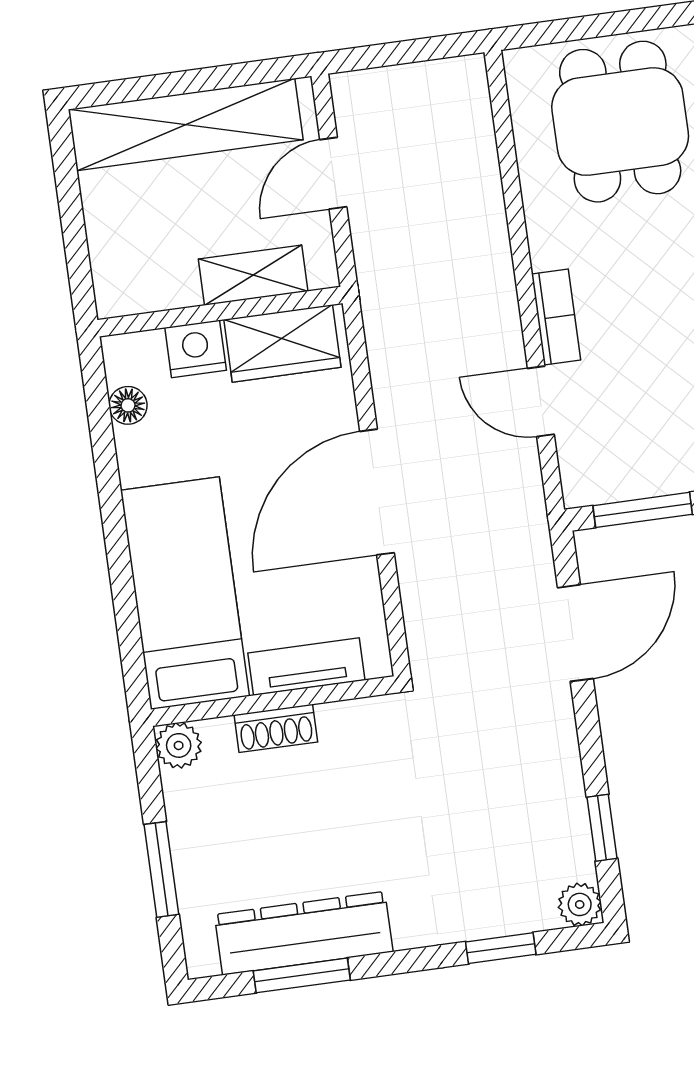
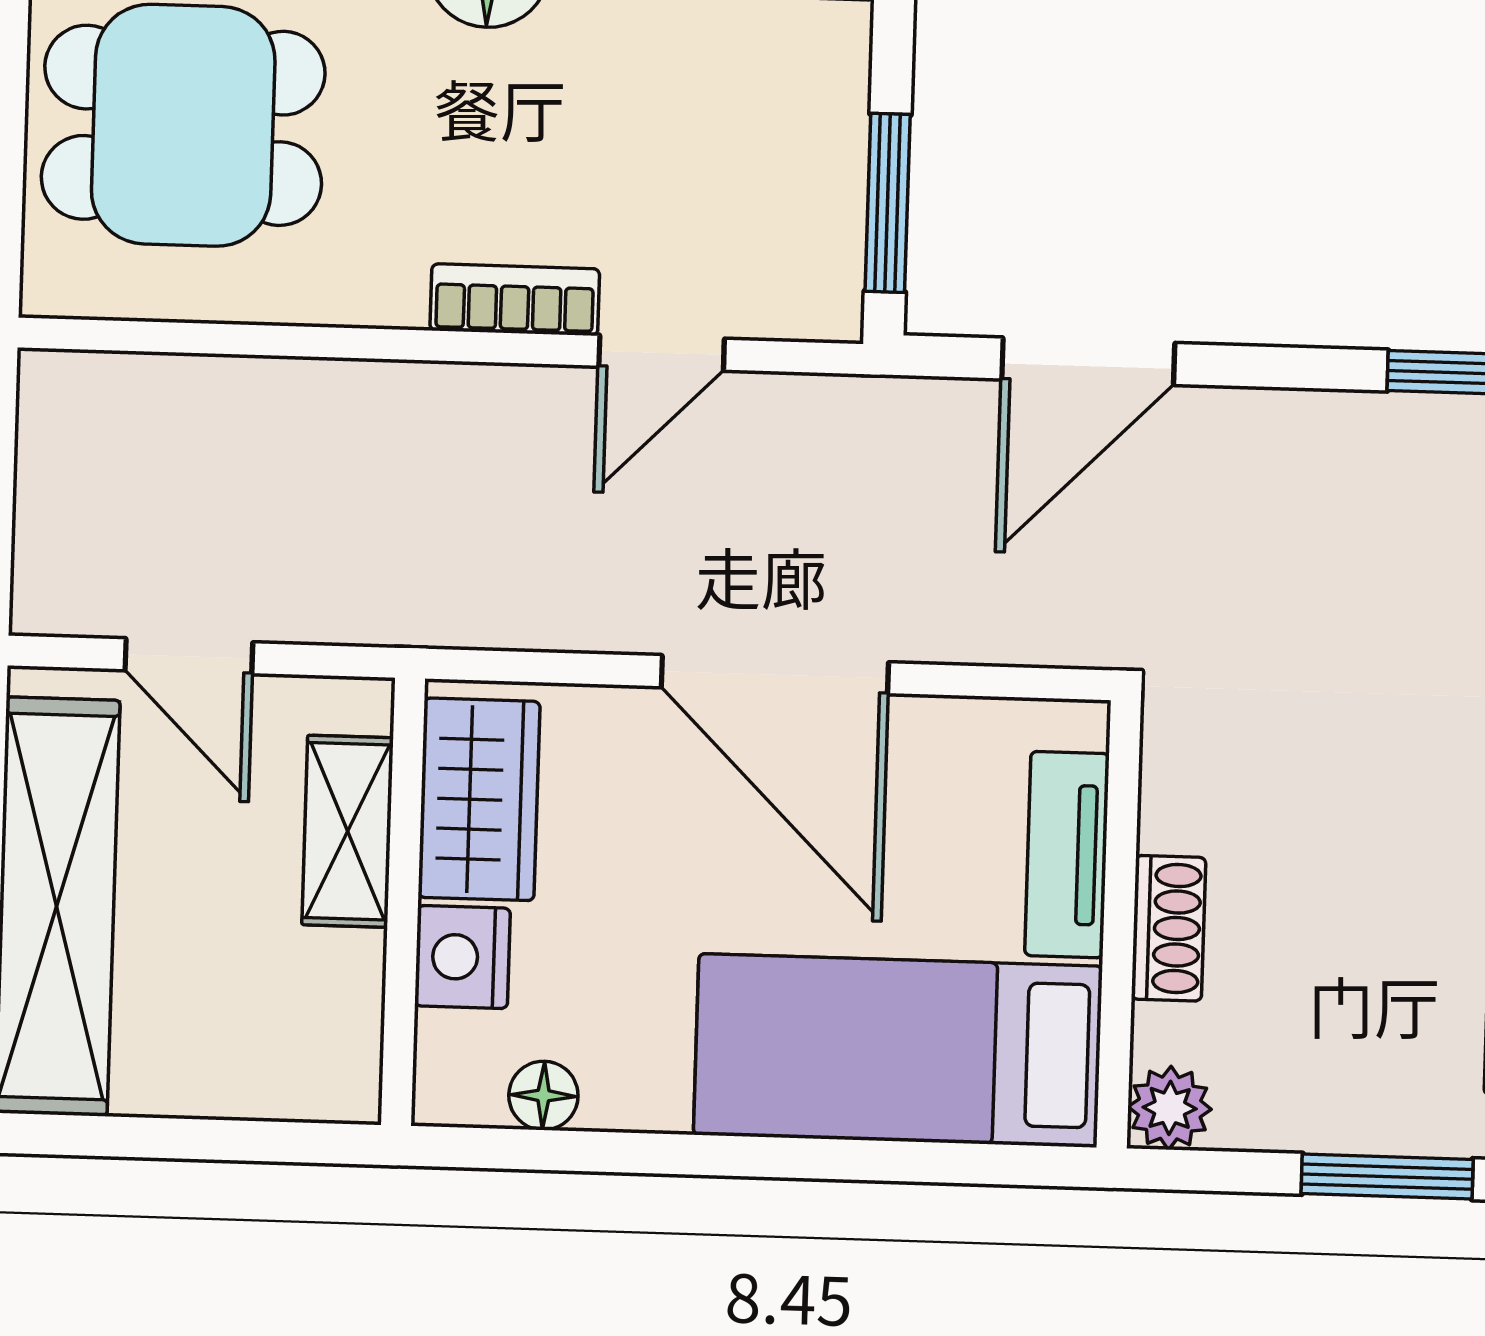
door: (575, 633) -> (1088, 361), swing flipped

